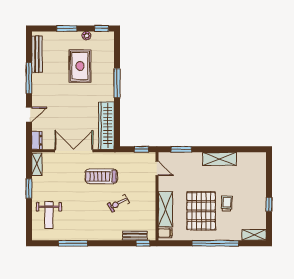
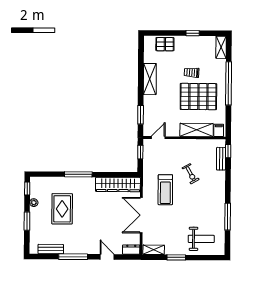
bench: (37, 54) -> (51, 249), width x0.73
rug: (80, 66) -> (62, 209), turned 90
pallet: (257, 175) -> (165, 44), added

